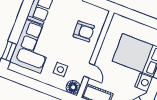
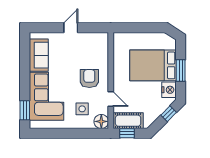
armchair: (84, 31) -> (89, 78), moved, turned -88

